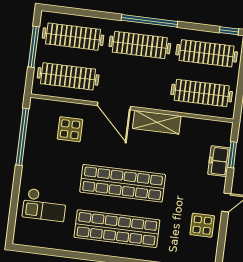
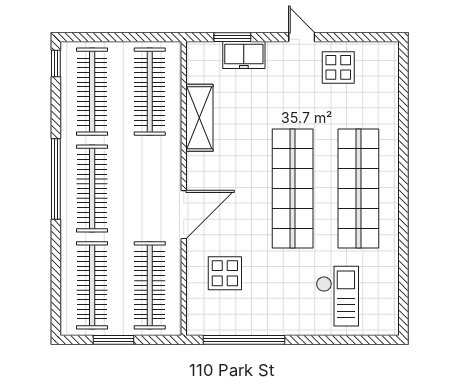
window: (34, 47) -> (113, 340), width x0.69
shelving: (157, 122) -> (199, 118), moved

